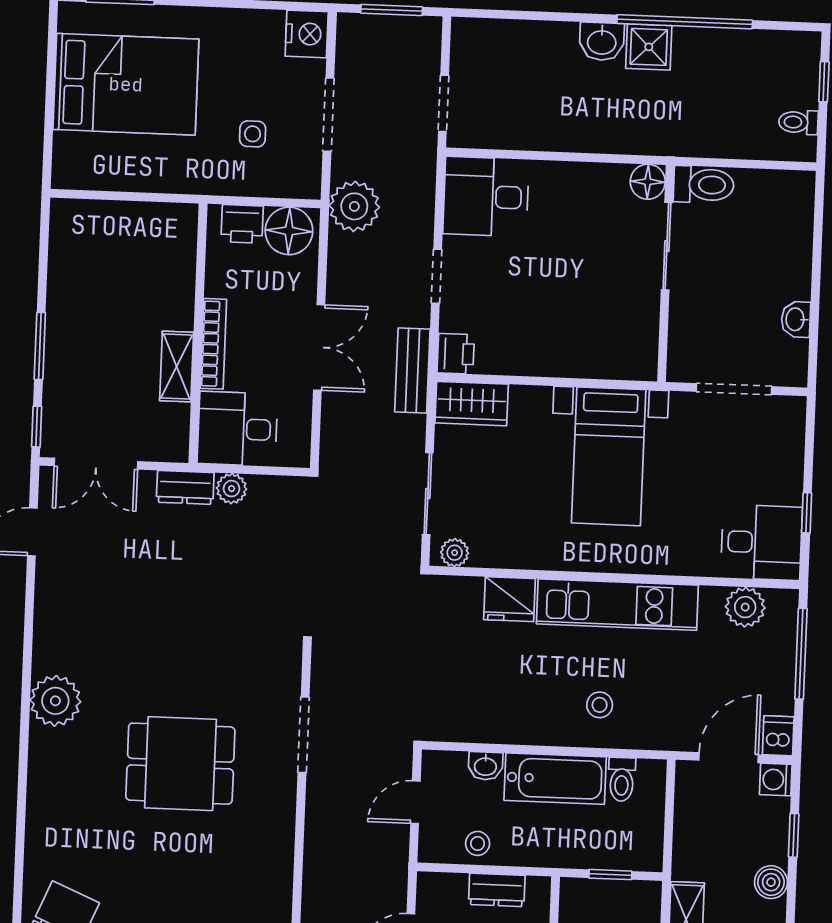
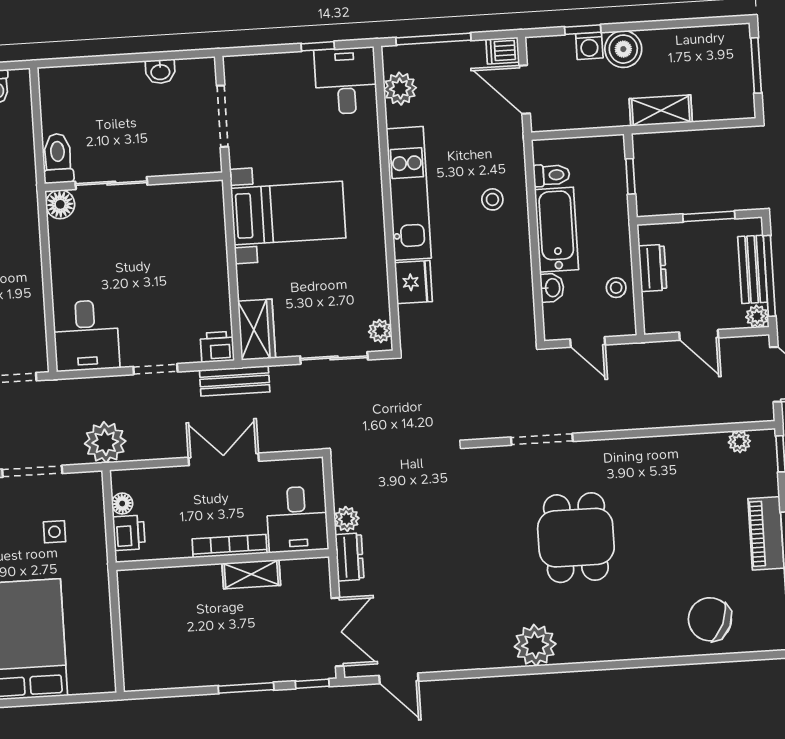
floor lamp: (289, 231) -> (122, 504), width x0.53, depth x0.53
washing machine: (776, 780) -> (589, 46), moved
boiler: (771, 882) -> (623, 49), width x1.36, depth x1.36

